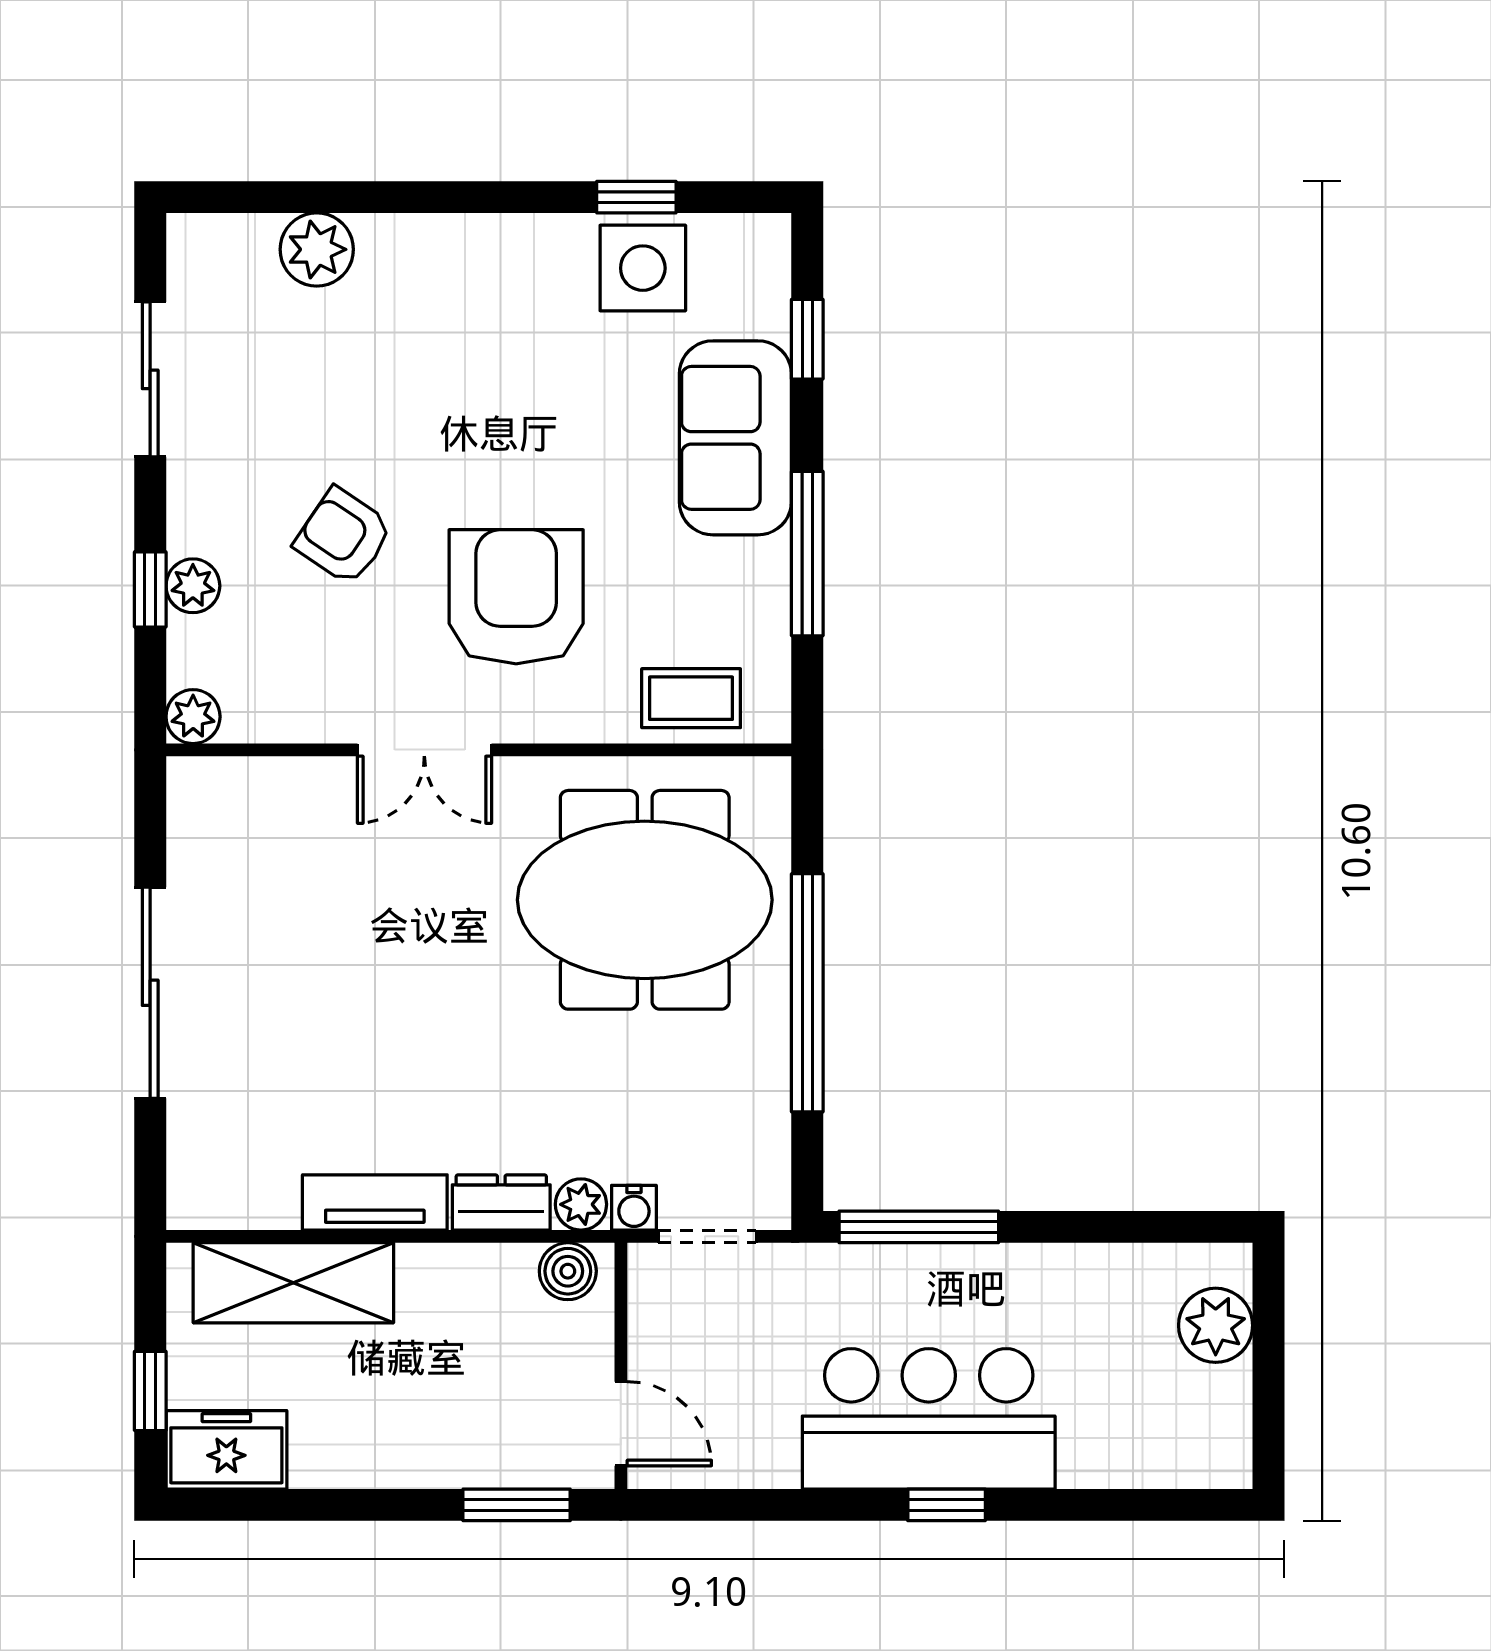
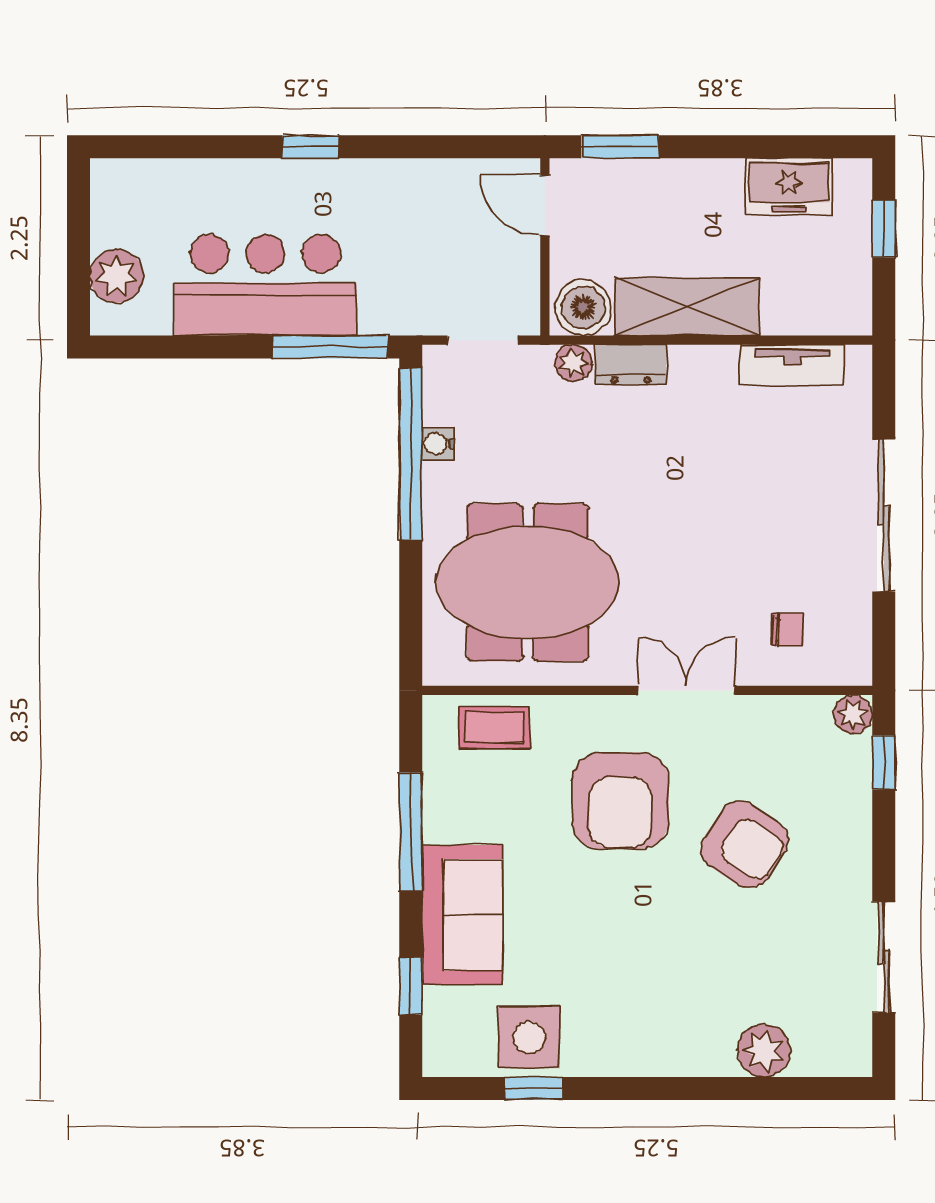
armchair: (344, 536) -> (745, 844), width x1.38, depth x1.38
plant: (193, 586) -> (853, 809), removed
window: (150, 589) -> (884, 762), moved
chair: (284, 835) -> (787, 629), added
window: (807, 993) -> (411, 454), moved
tv unit: (375, 1202) -> (792, 365), moved
water cooler: (634, 1208) -> (438, 444), moved, turned -90
boiler: (568, 1271) -> (583, 308), width x1.36, depth x1.36
shelving: (293, 1283) -> (687, 307), moved
bar counter: (929, 1419) -> (265, 285), moved, turned 180
freezer: (226, 1450) -> (789, 186), moved

